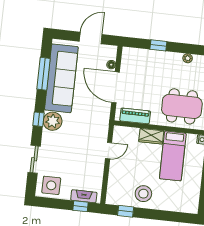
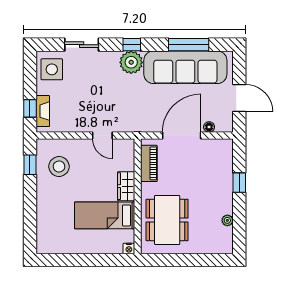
stool: (143, 194) -> (59, 167), moved

